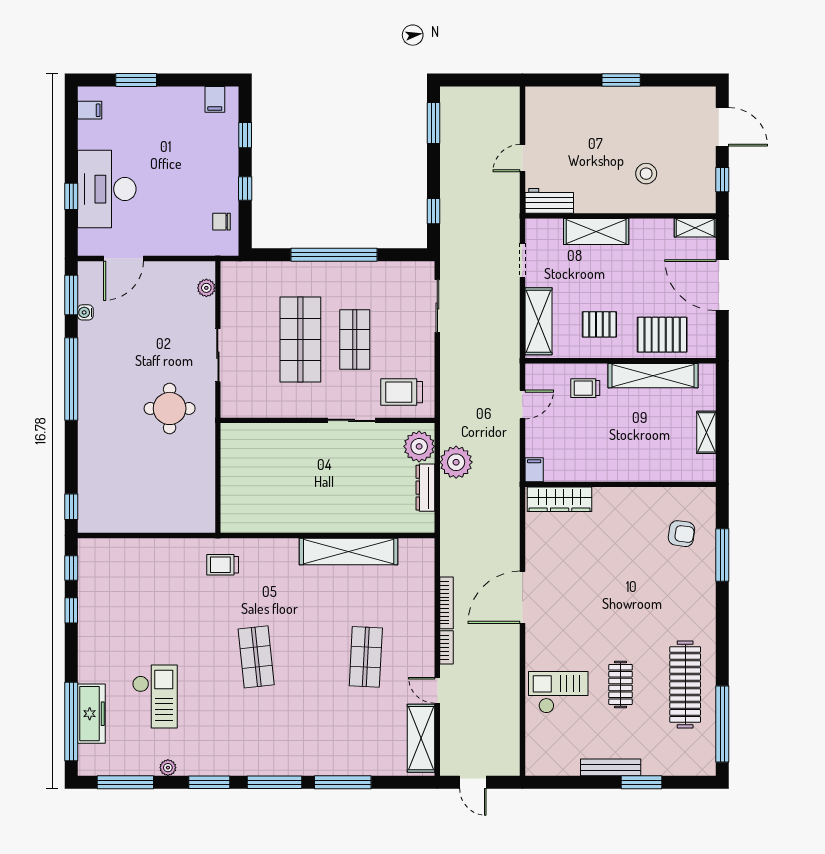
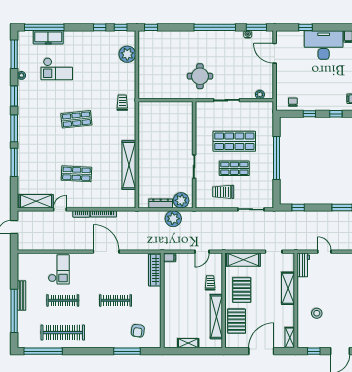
desk: (107, 189) -> (324, 45), moved
pallet: (599, 324) -> (242, 290), width x1.50, depth x1.42
trolley: (402, 392) -> (223, 192), moved, turned -90
door: (523, 404) -> (202, 252), hinge flipped
plant: (125, 555) -> (127, 54), added
clothes rail: (621, 578) -> (116, 300), added
clothes rail: (621, 684) -> (63, 300), width x1.36
window: (642, 782) -> (14, 311), width x2.11

